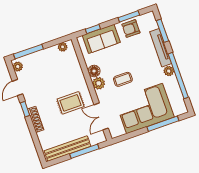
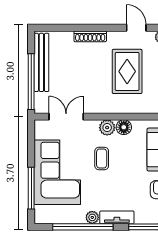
tv unit: (161, 48) -> (117, 217), width x0.71
rug: (71, 103) -> (127, 71), moved, width x1.36, depth x1.43
window: (25, 109) -> (107, 28), removed
window: (84, 151) -> (31, 82), width x1.46

